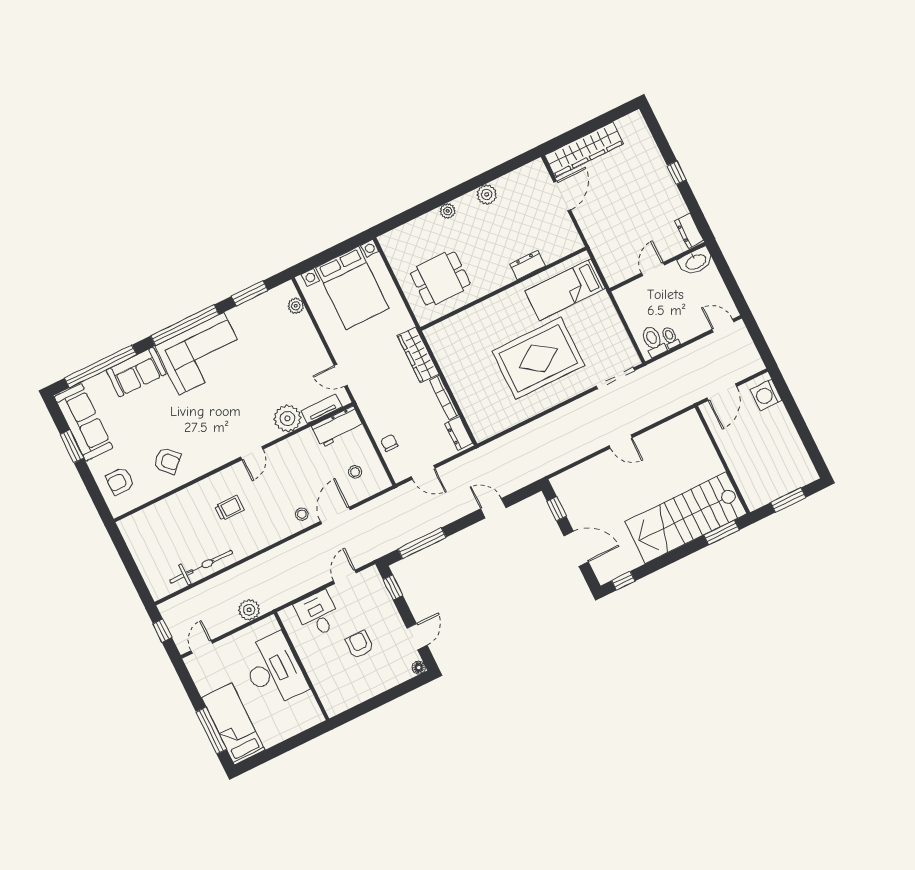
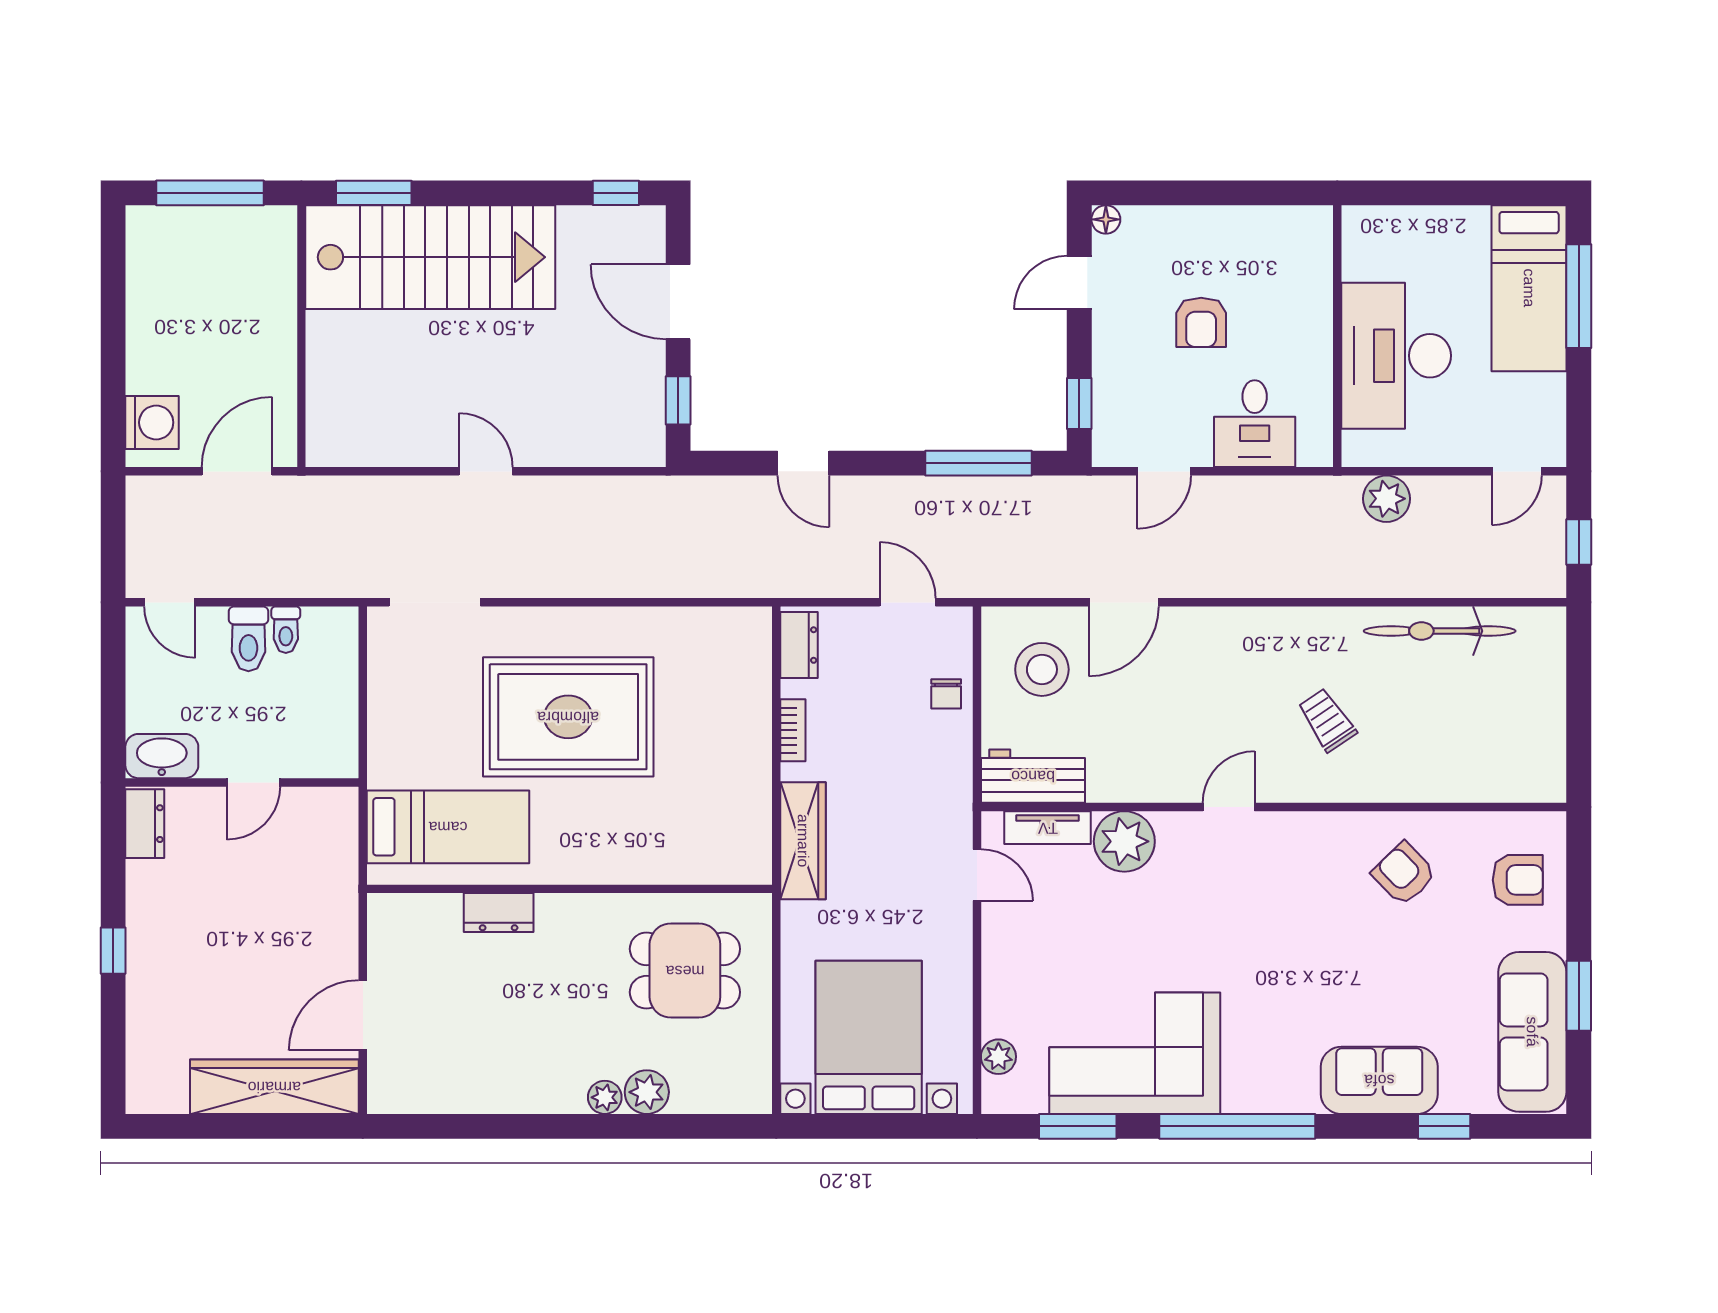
plant: (487, 194) -> (647, 1092), moved
toilet: (653, 341) -> (248, 639), moved
corner sofa: (201, 354) -> (1135, 1053), moved
window: (101, 366) -> (1444, 1126), width x0.32
bookcase: (444, 398) -> (793, 730), width x0.64
stool: (355, 472) -> (1042, 669), width x1.89, depth x1.89
window: (788, 500) -> (210, 193), width x1.44
trolley: (229, 508) -> (1327, 720), turned 56
stool: (302, 514) -> (1189, 638), removed

